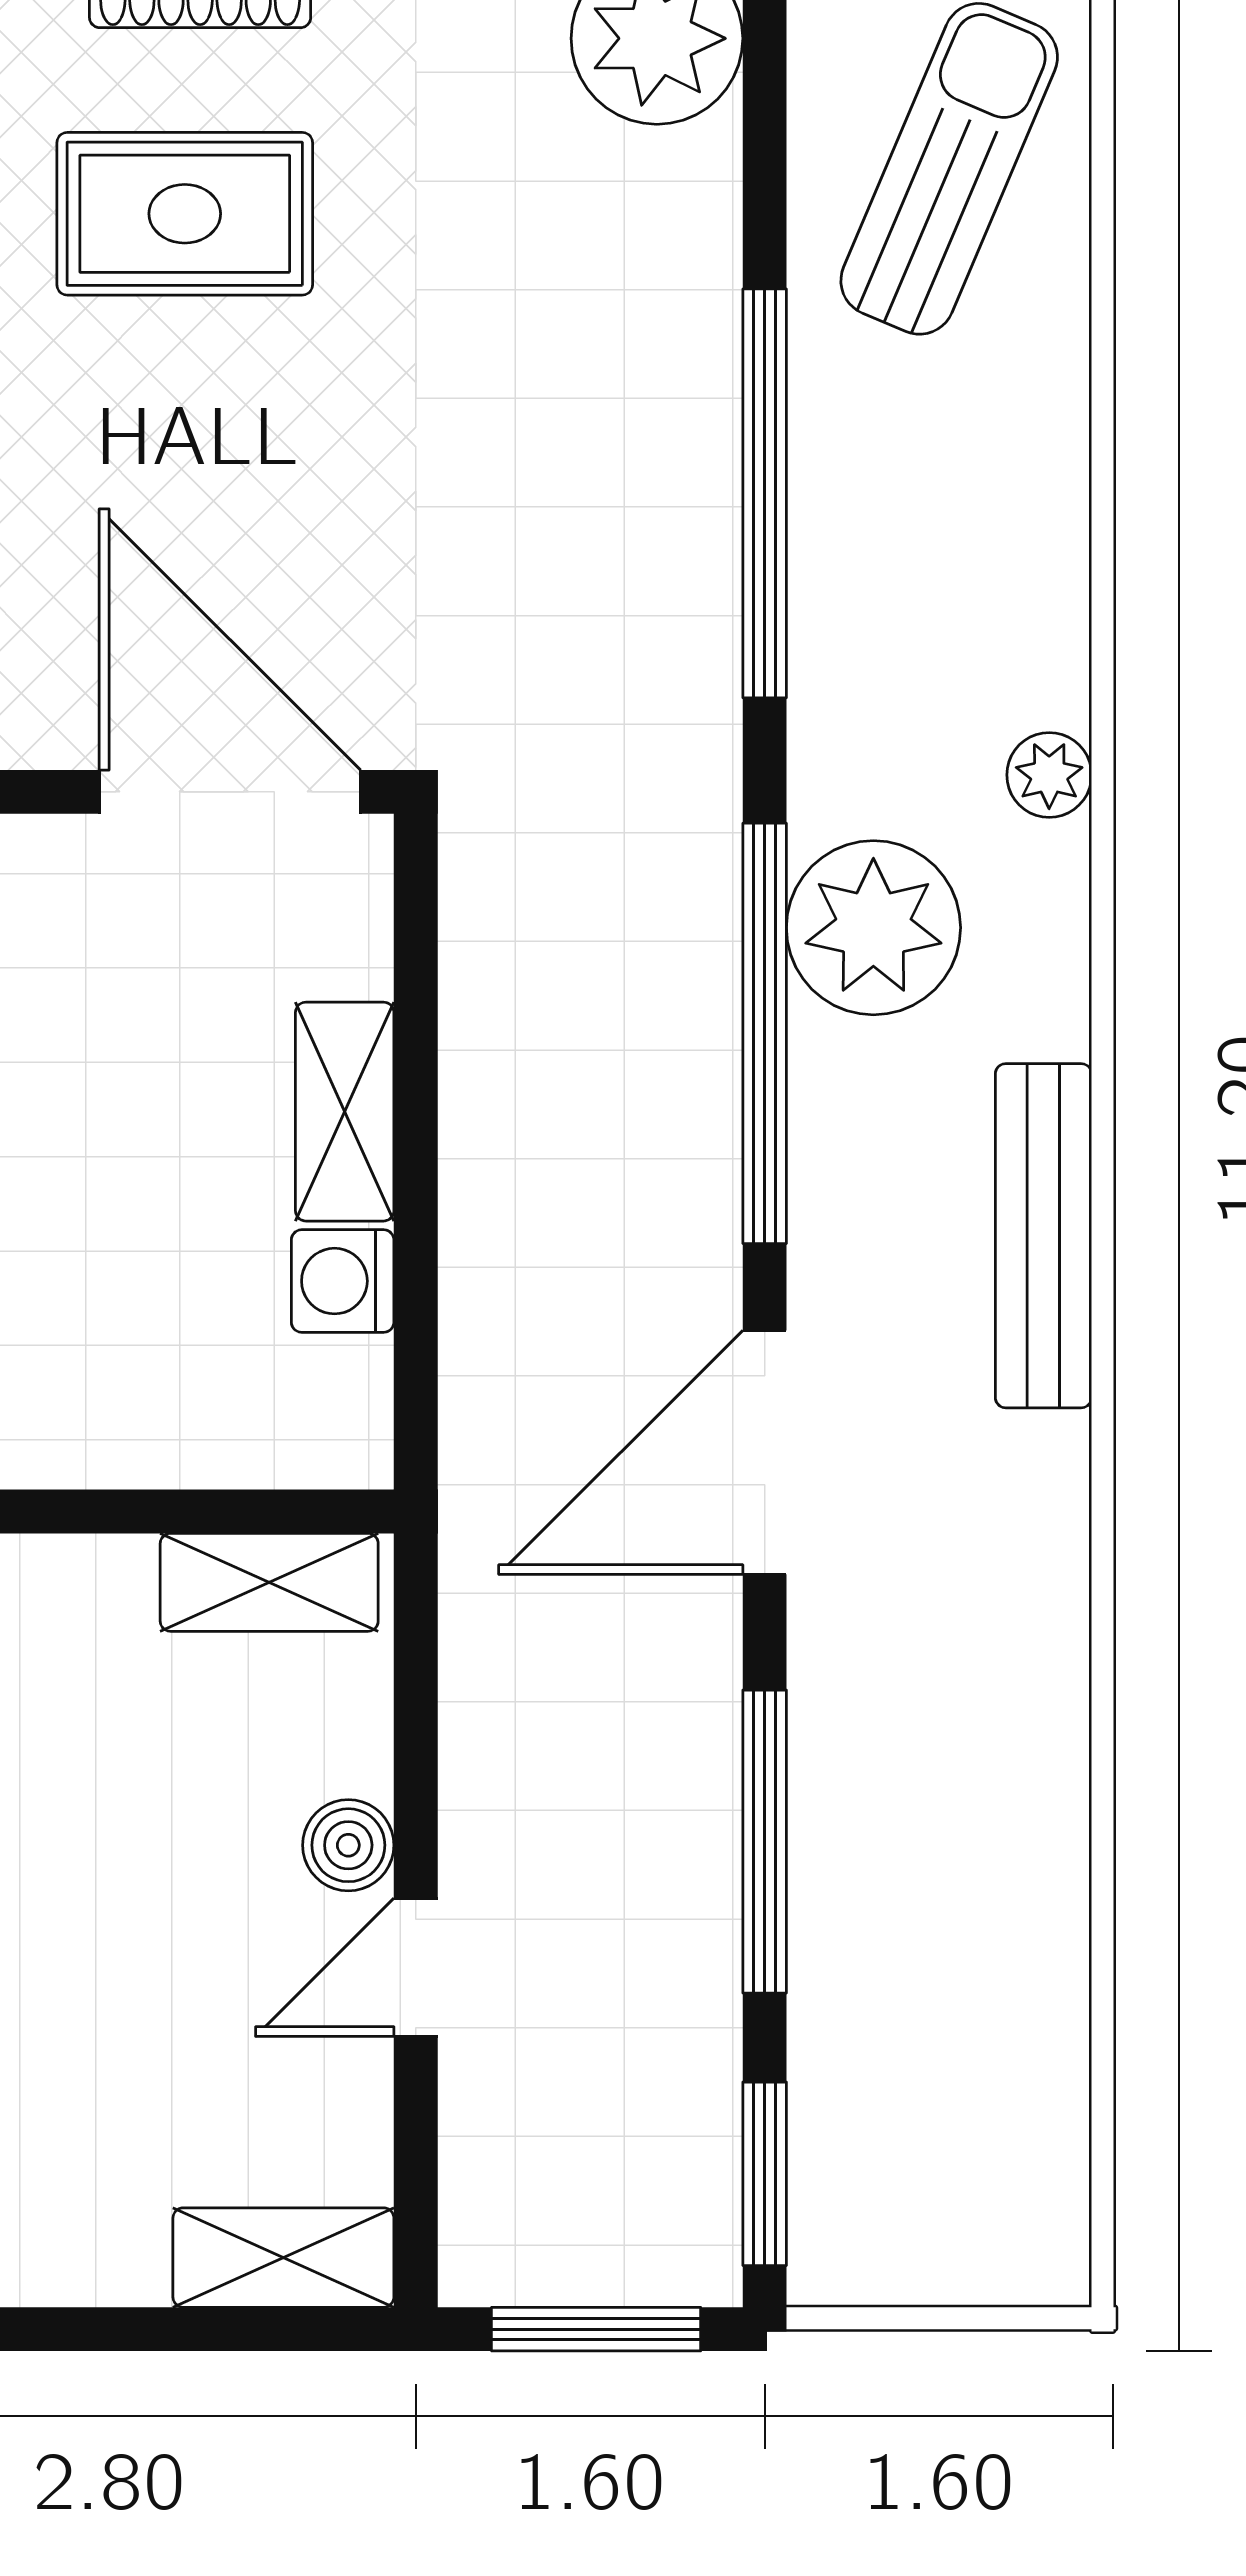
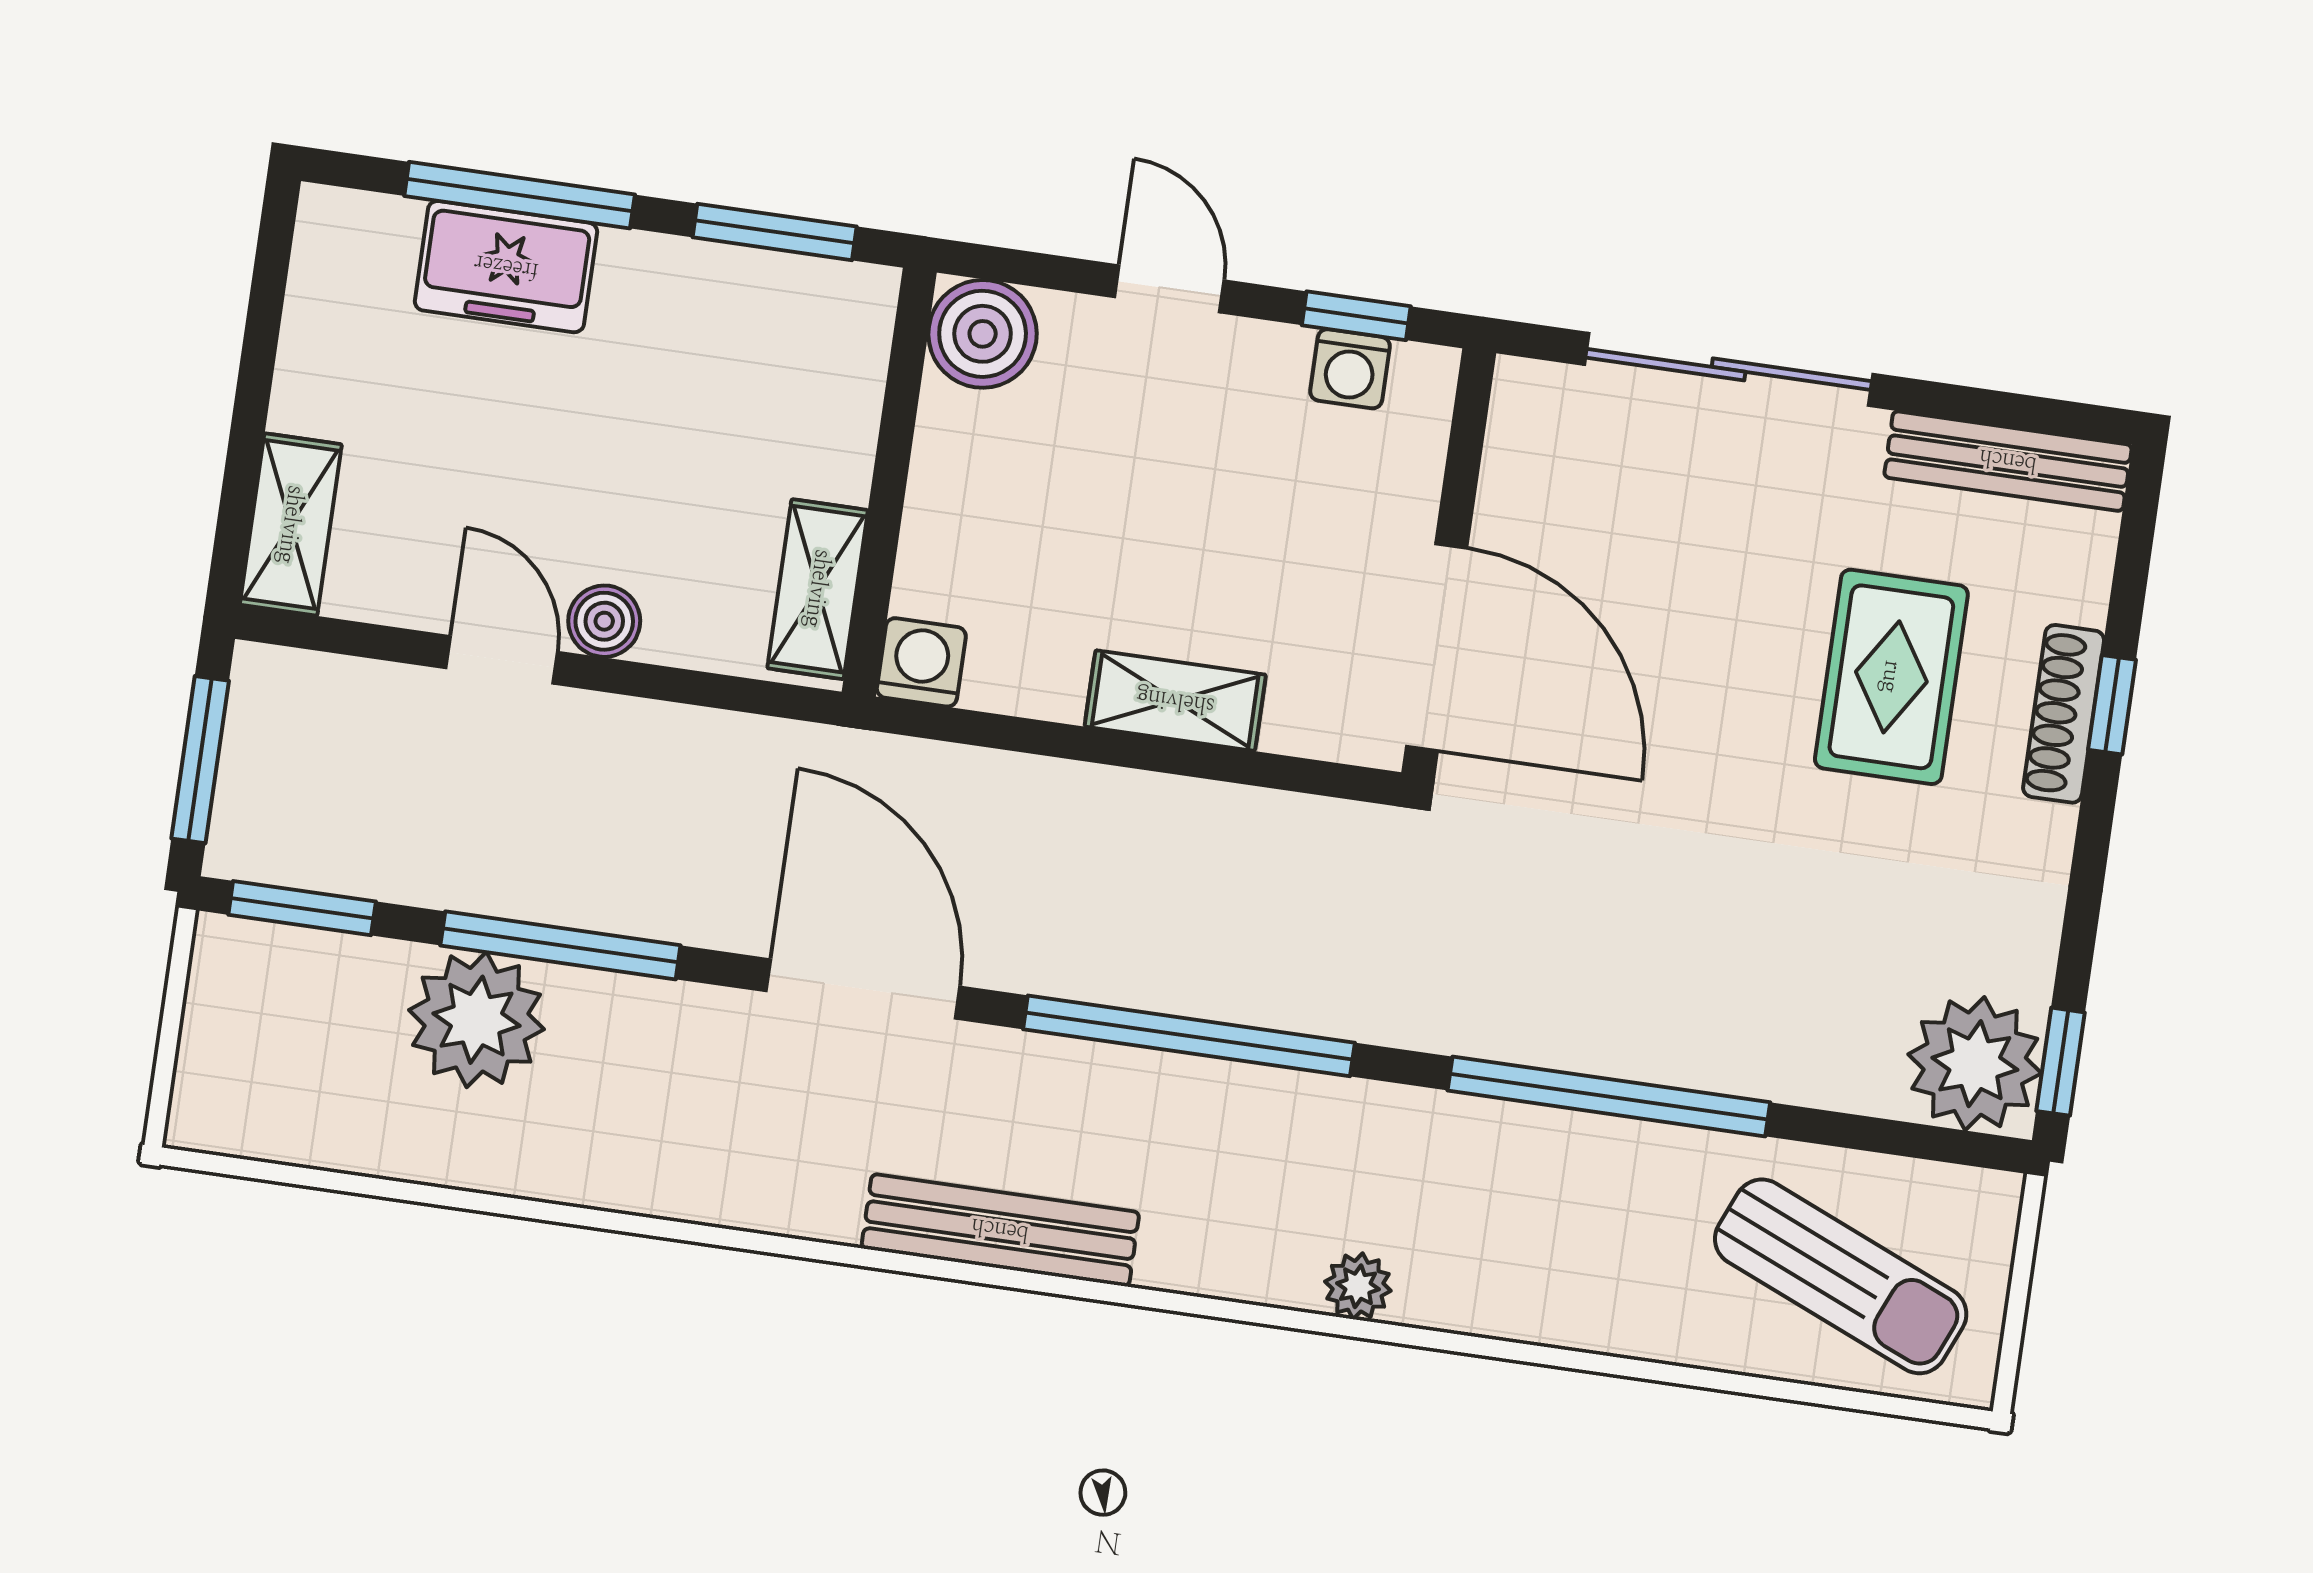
door: (230, 792) -> (1437, 647), hinge flipped
plant: (873, 928) -> (476, 1020), moved
washing machine: (343, 1281) -> (921, 662), moved

